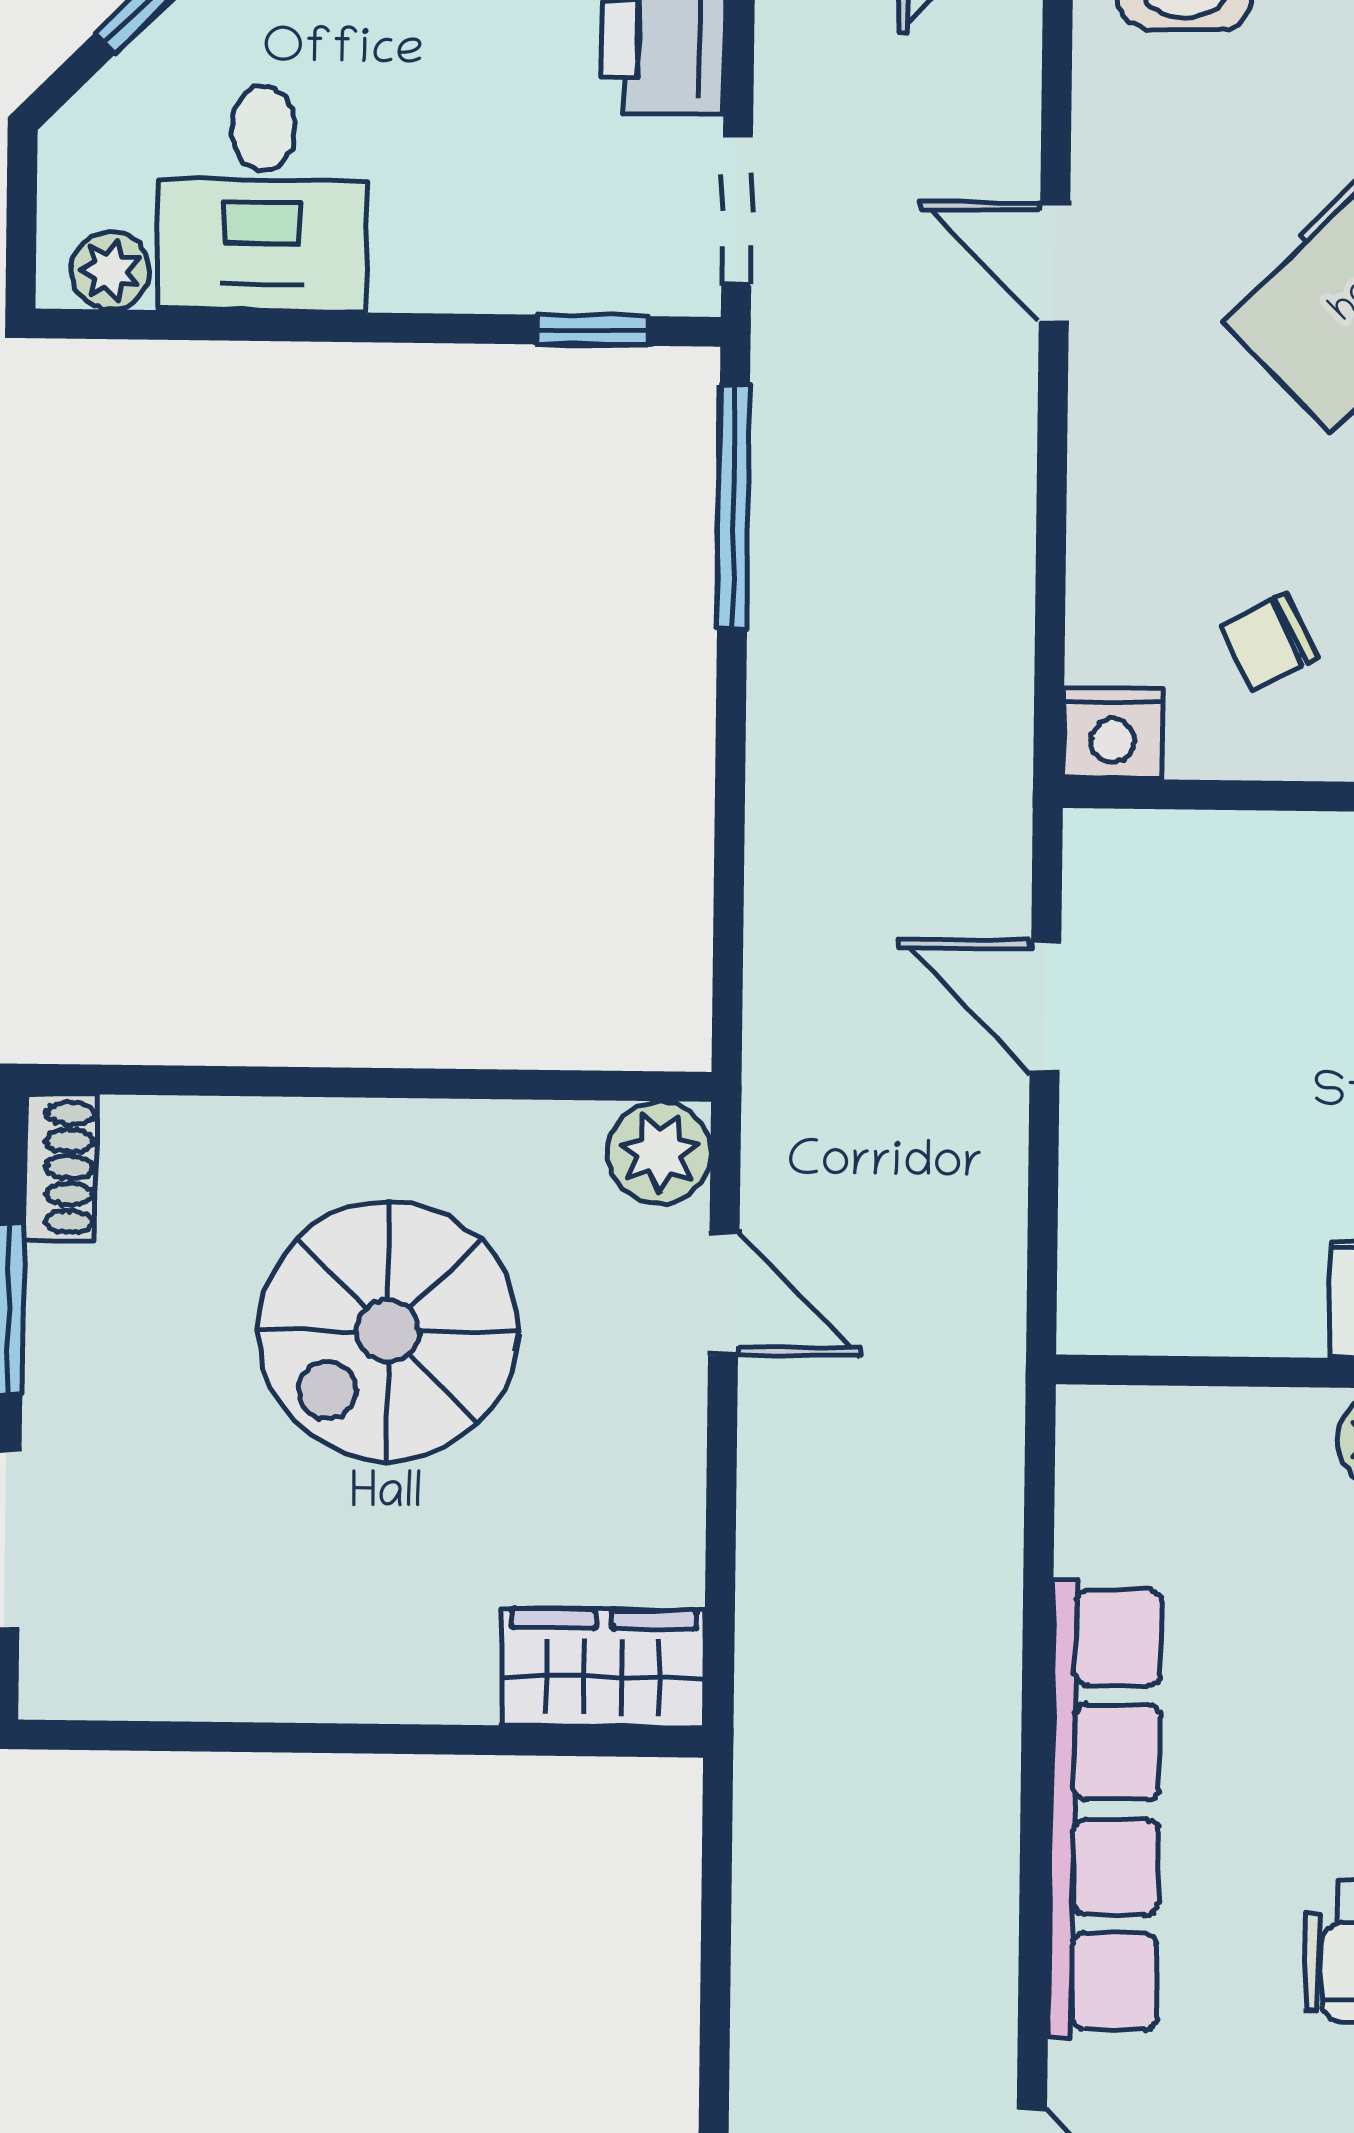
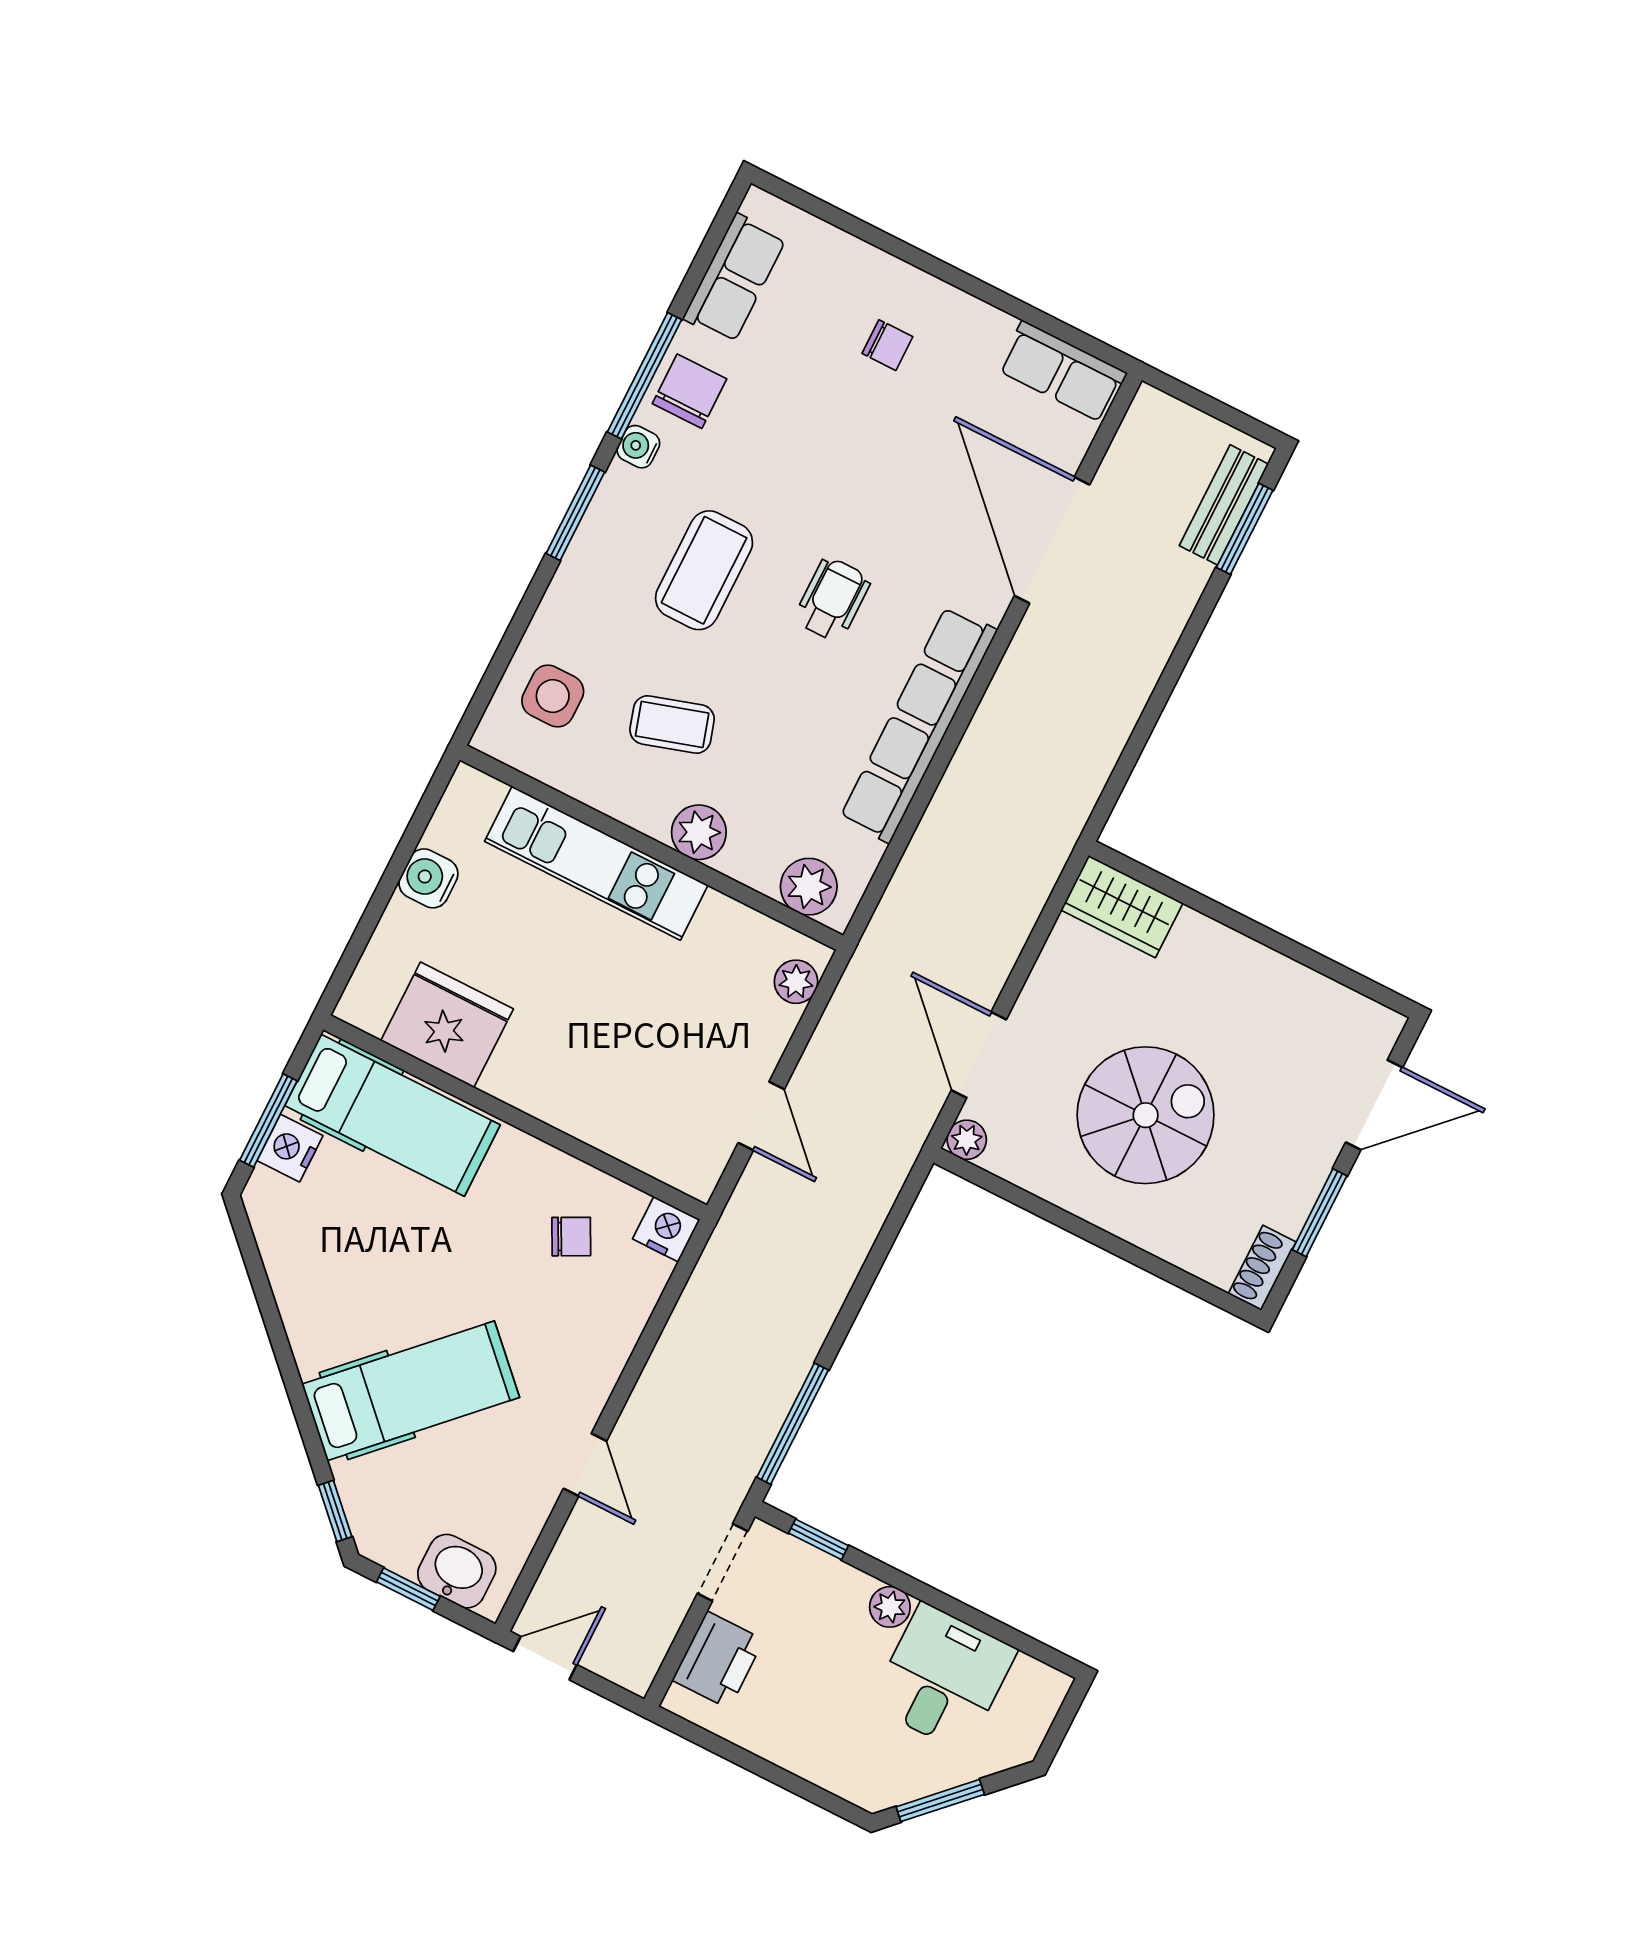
plant: (110, 271) -> (890, 1607), moved
plant: (659, 1153) -> (967, 1140), width x0.73, depth x0.73
plant: (1098, 1266) -> (796, 982), added
door: (724, 1294) -> (979, 1055), width x1.38
plant: (1156, 1439) -> (809, 887), added

